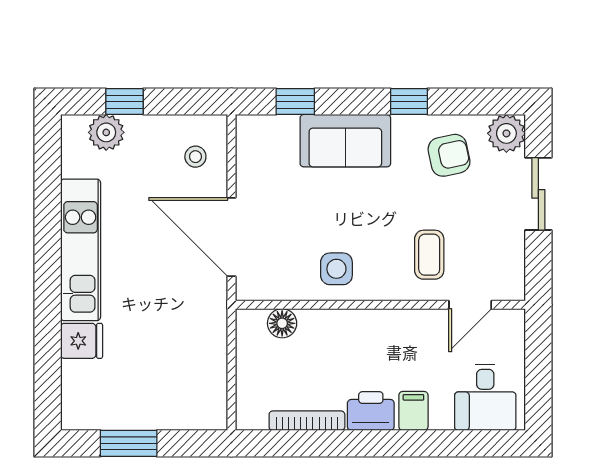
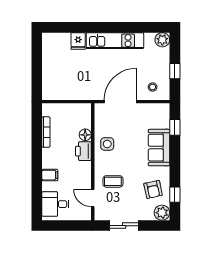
window: (124, 102) -> (175, 71), moved
window: (409, 102) -> (175, 195), moved
plant: (106, 132) -> (162, 40), moved
sliding door: (538, 194) -> (124, 226), moved
floor lamp: (282, 323) -> (85, 135), moved
printer: (371, 411) -> (83, 151), moved, turned 180
window: (129, 443) -> (37, 60), removed

